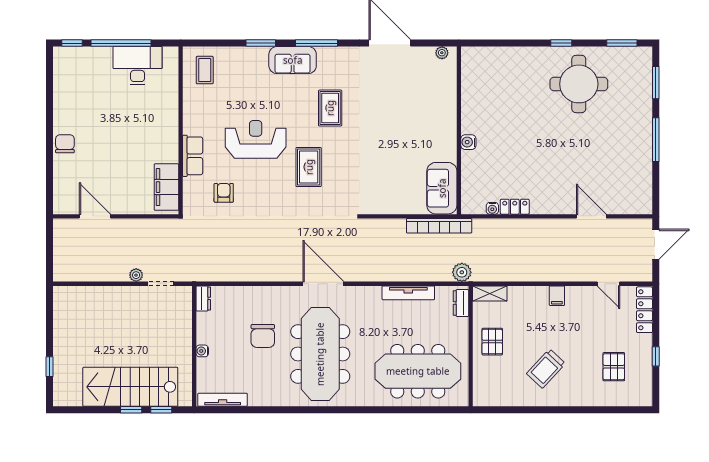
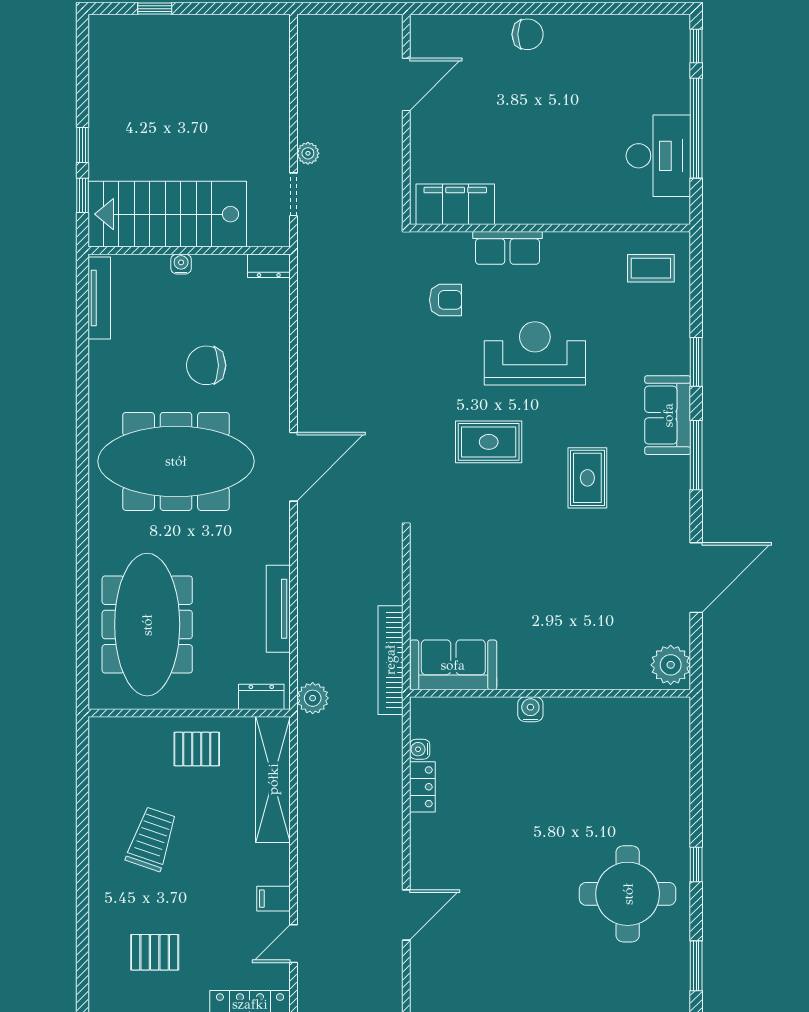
plant: (442, 53) -> (671, 665), width x1.88, depth x1.88
rug: (330, 108) -> (587, 478), turned 90
reception desk: (256, 139) -> (535, 353), turned -90
shelving: (490, 294) -> (273, 779), width x2.20, depth x1.33
filing cabinet: (557, 296) -> (273, 899), moved
trolley: (546, 368) -> (152, 839), turned 66
stairs: (130, 387) -> (167, 214), moved, turned -90

